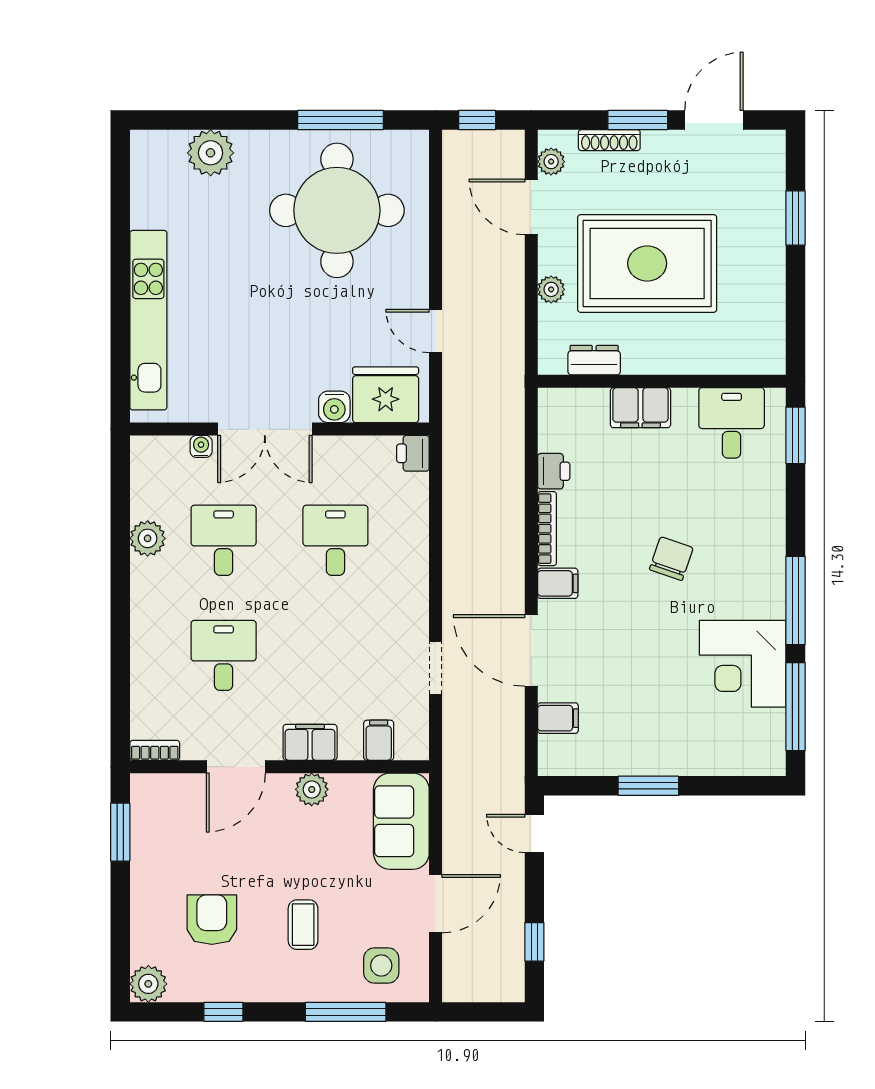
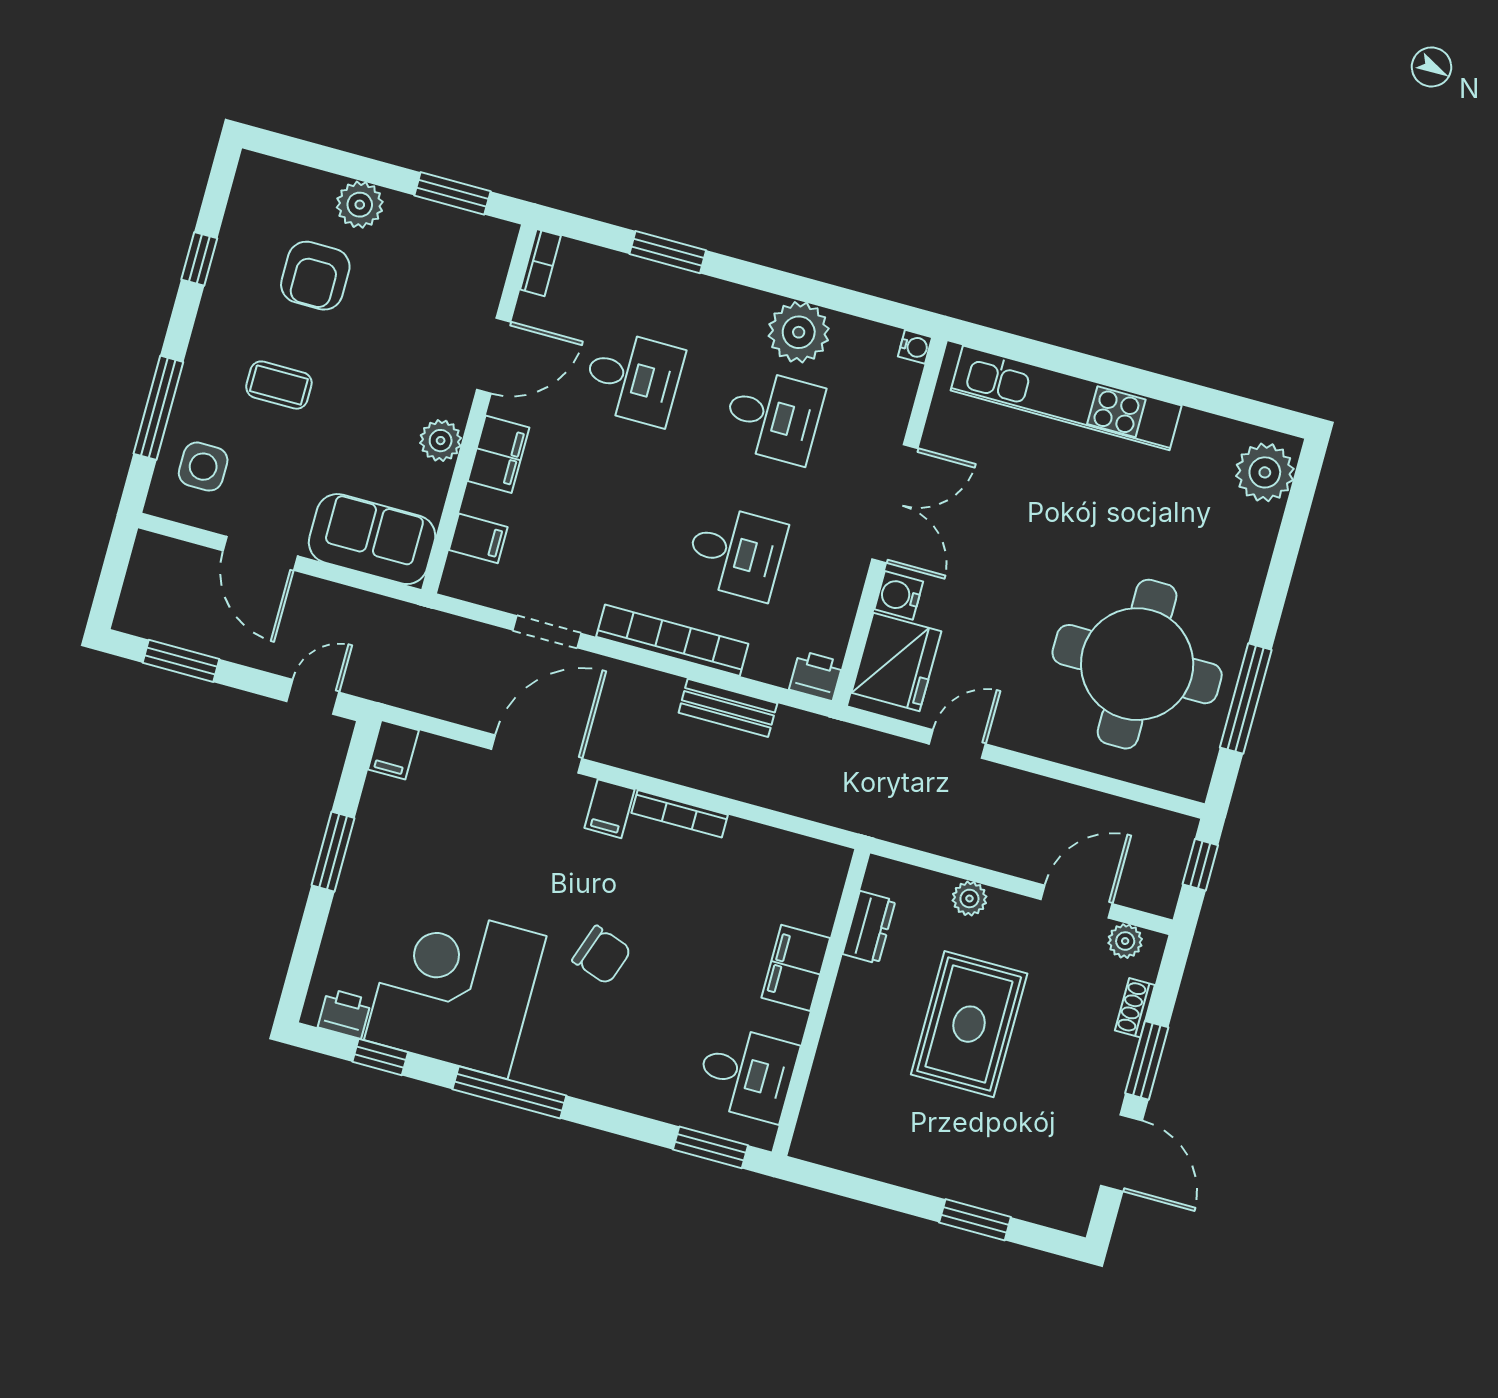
shoe rack: (609, 140) -> (1135, 1008), width x0.70
plant: (211, 153) -> (1265, 472), moved
rug: (647, 263) -> (969, 1024), width x0.73, depth x0.69
double door: (265, 429) -> (895, 504), swing flipped
water cooler: (201, 446) -> (915, 347), moved
printer: (554, 471) -> (345, 1014), moved, turned 180
bench: (456, 514) -> (728, 708), added
plant: (148, 538) -> (799, 332), width x1.36, depth x1.36
bookcase: (416, 571) -> (672, 640), added
window: (120, 655) -> (668, 252), added
corner desk: (743, 664) -> (455, 988), width x1.36, depth x1.36
window: (796, 707) -> (380, 1057), width x0.46
filing cabinet: (558, 718) -> (393, 750), moved
door: (236, 767) -> (494, 356), swing flipped
armchair: (212, 920) -> (315, 276), turned 90
window: (534, 942) -> (181, 661), width x1.50
plant: (148, 984) -> (360, 205), moved

